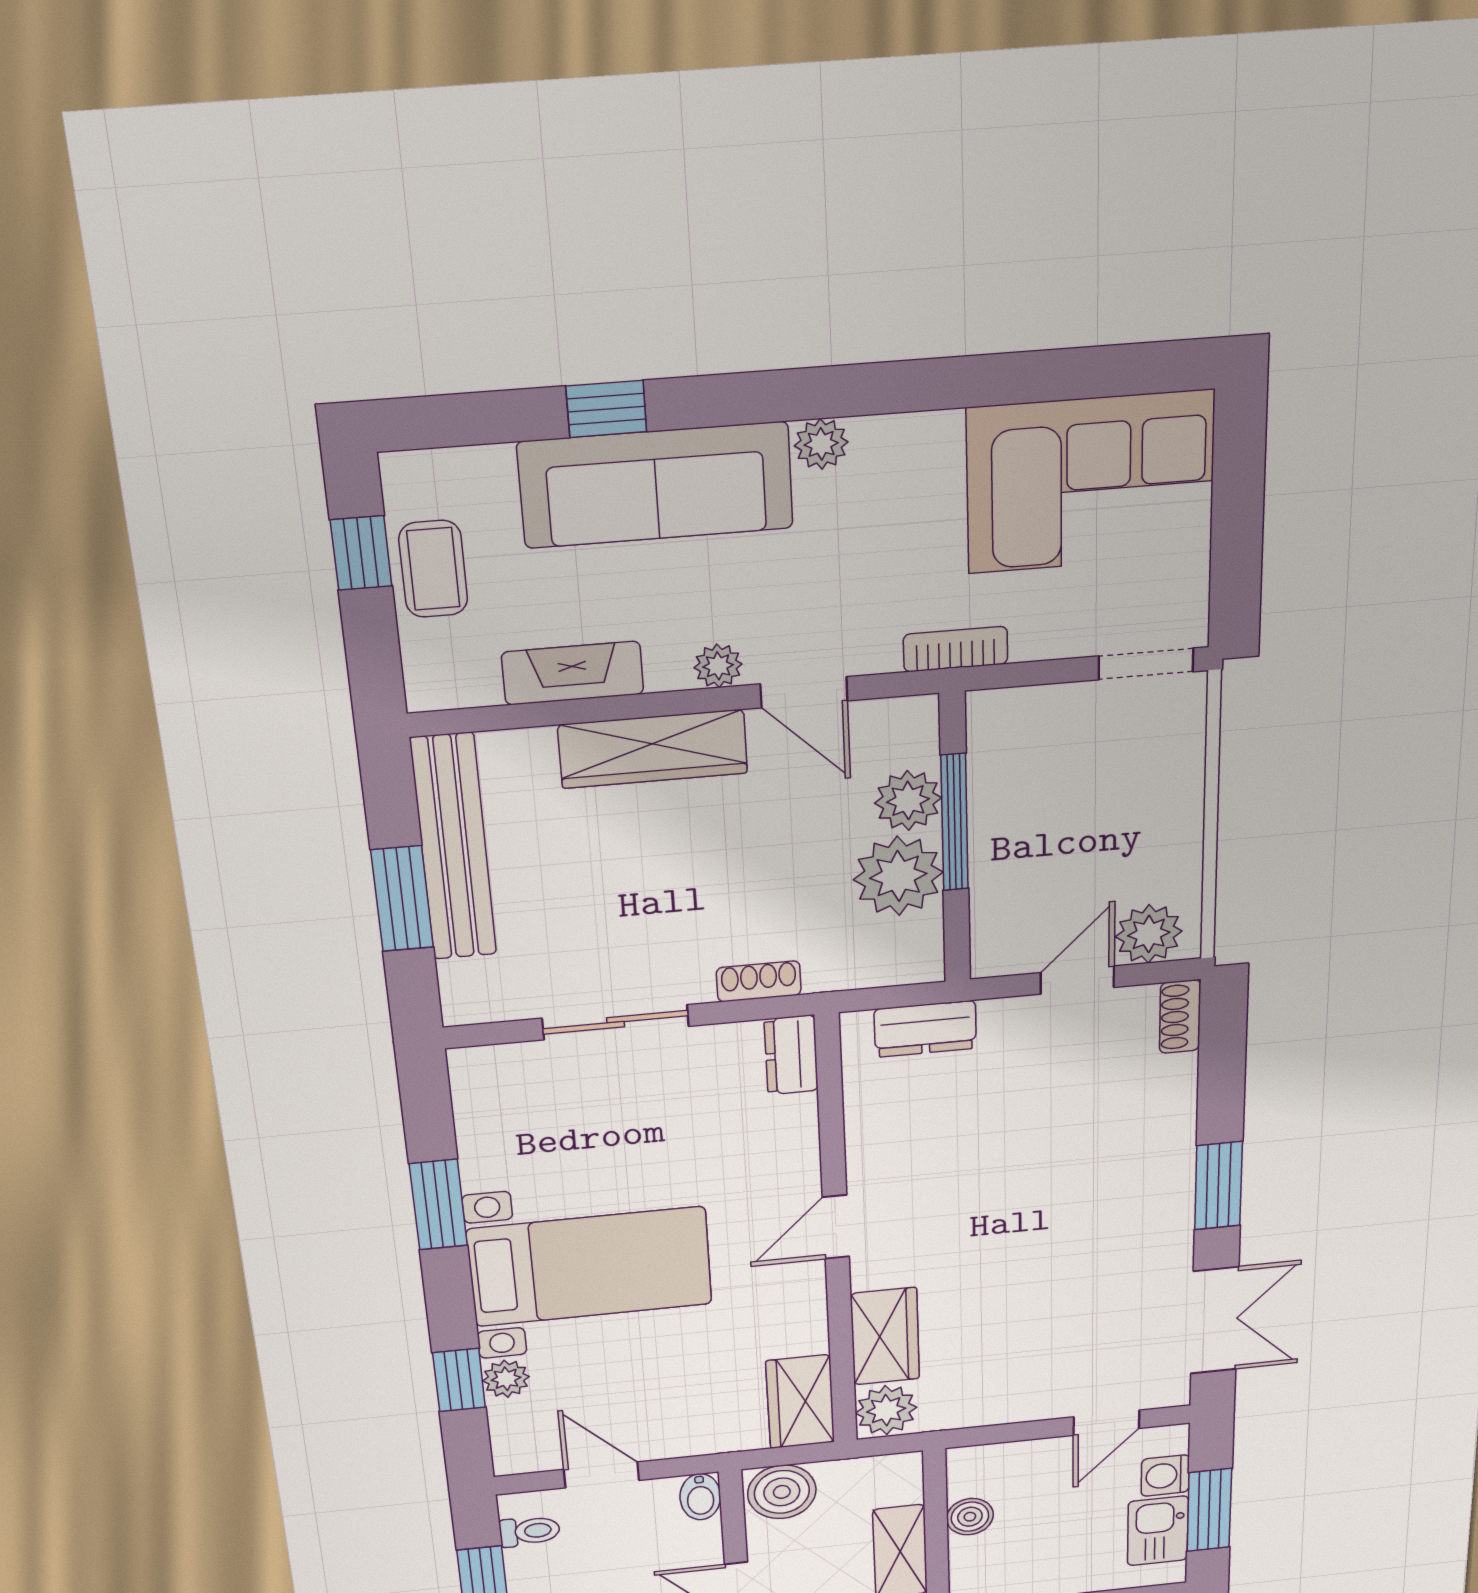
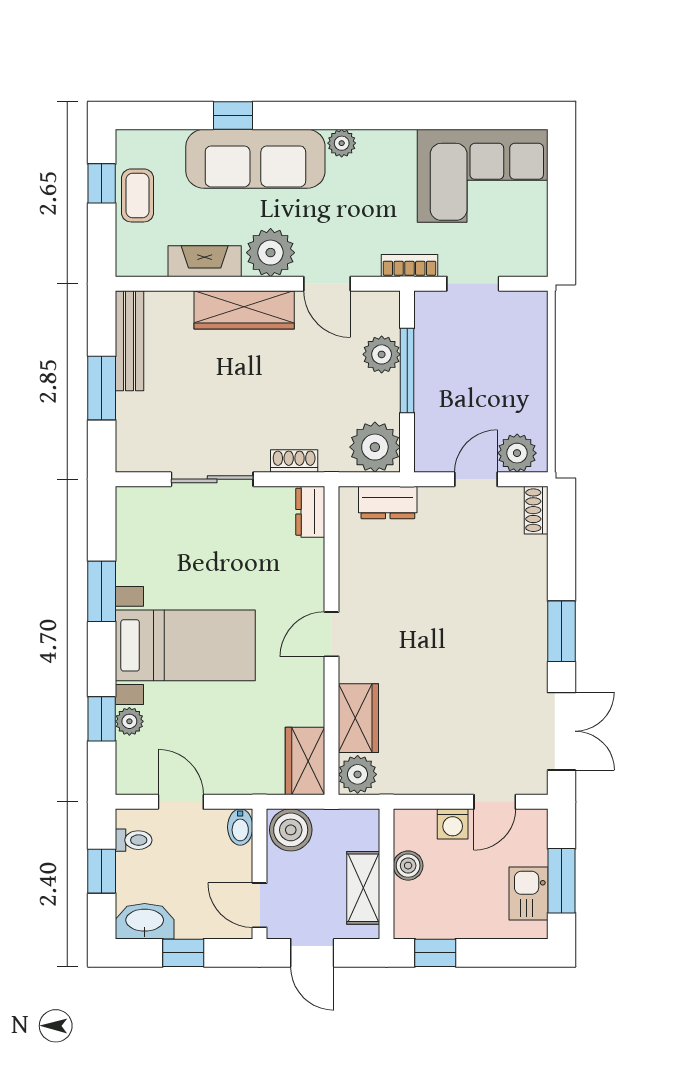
doorway: (1146, 664) -> (473, 284), moved
plant: (718, 666) -> (271, 253), width x1.88, depth x1.88
bench: (454, 847) -> (129, 341), width x0.73, depth x0.82
plant: (898, 876) -> (375, 447), moved
washing machine: (1165, 1476) -> (453, 824), moved, turned -90

